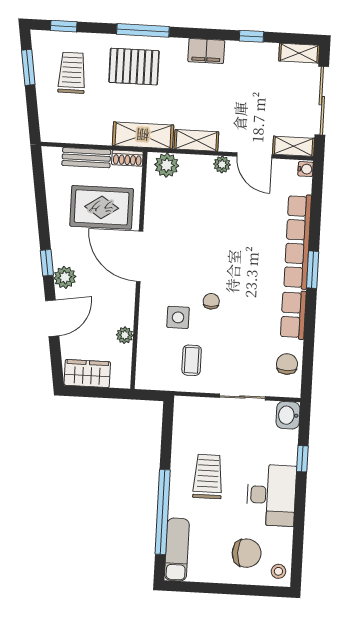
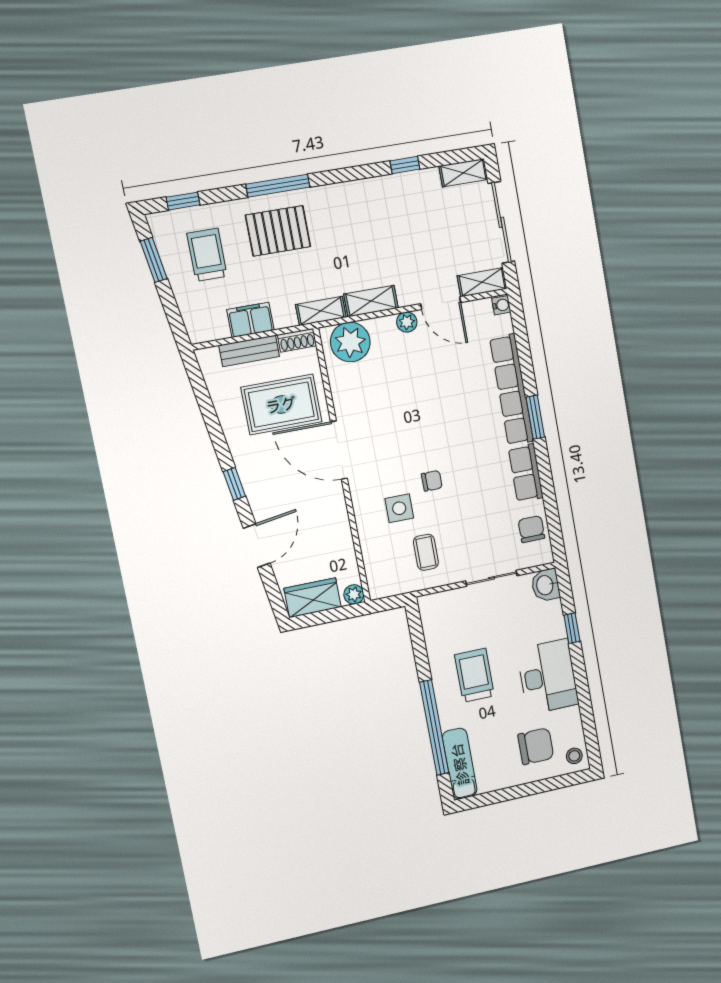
filing cabinet: (206, 51) -> (250, 320), moved, turned 180
shelving: (143, 135) -> (321, 311), width x0.67, depth x0.75
plant: (167, 165) -> (350, 342), width x1.36, depth x1.36
plant: (65, 277) -> (259, 495), removed
chair: (211, 301) -> (432, 481), turned 90
plant: (125, 335) -> (354, 594), moved

